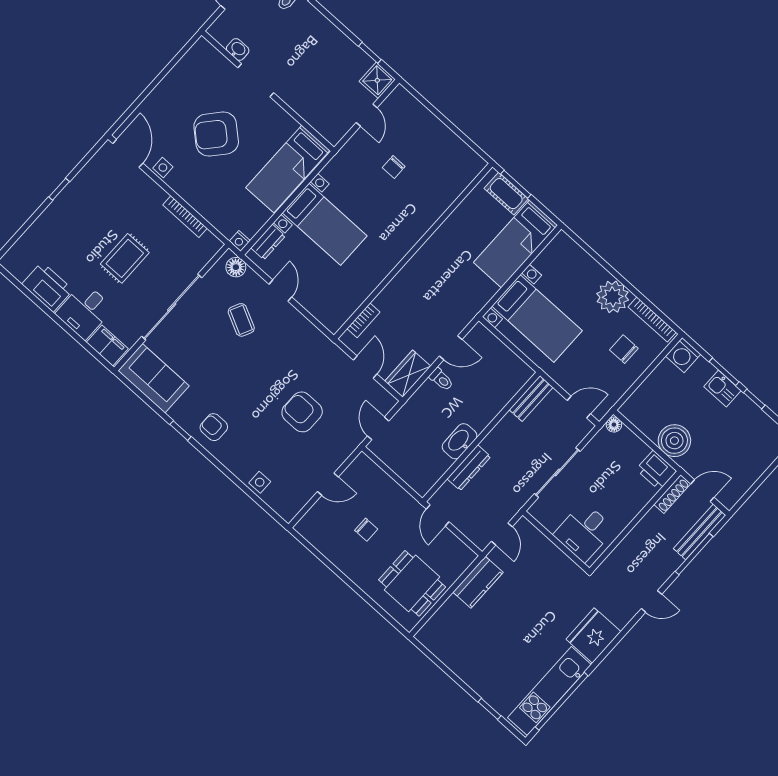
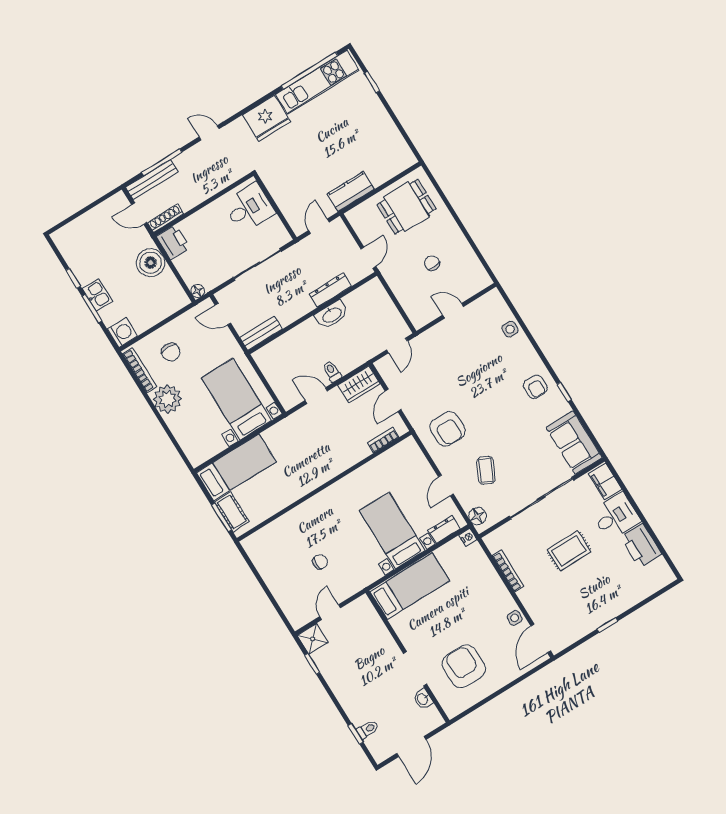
armchair: (216, 134) -> (464, 666), moved, turned -131
armchair: (302, 412) -> (447, 429), moved
dining table: (412, 583) -> (407, 207), turned 90

